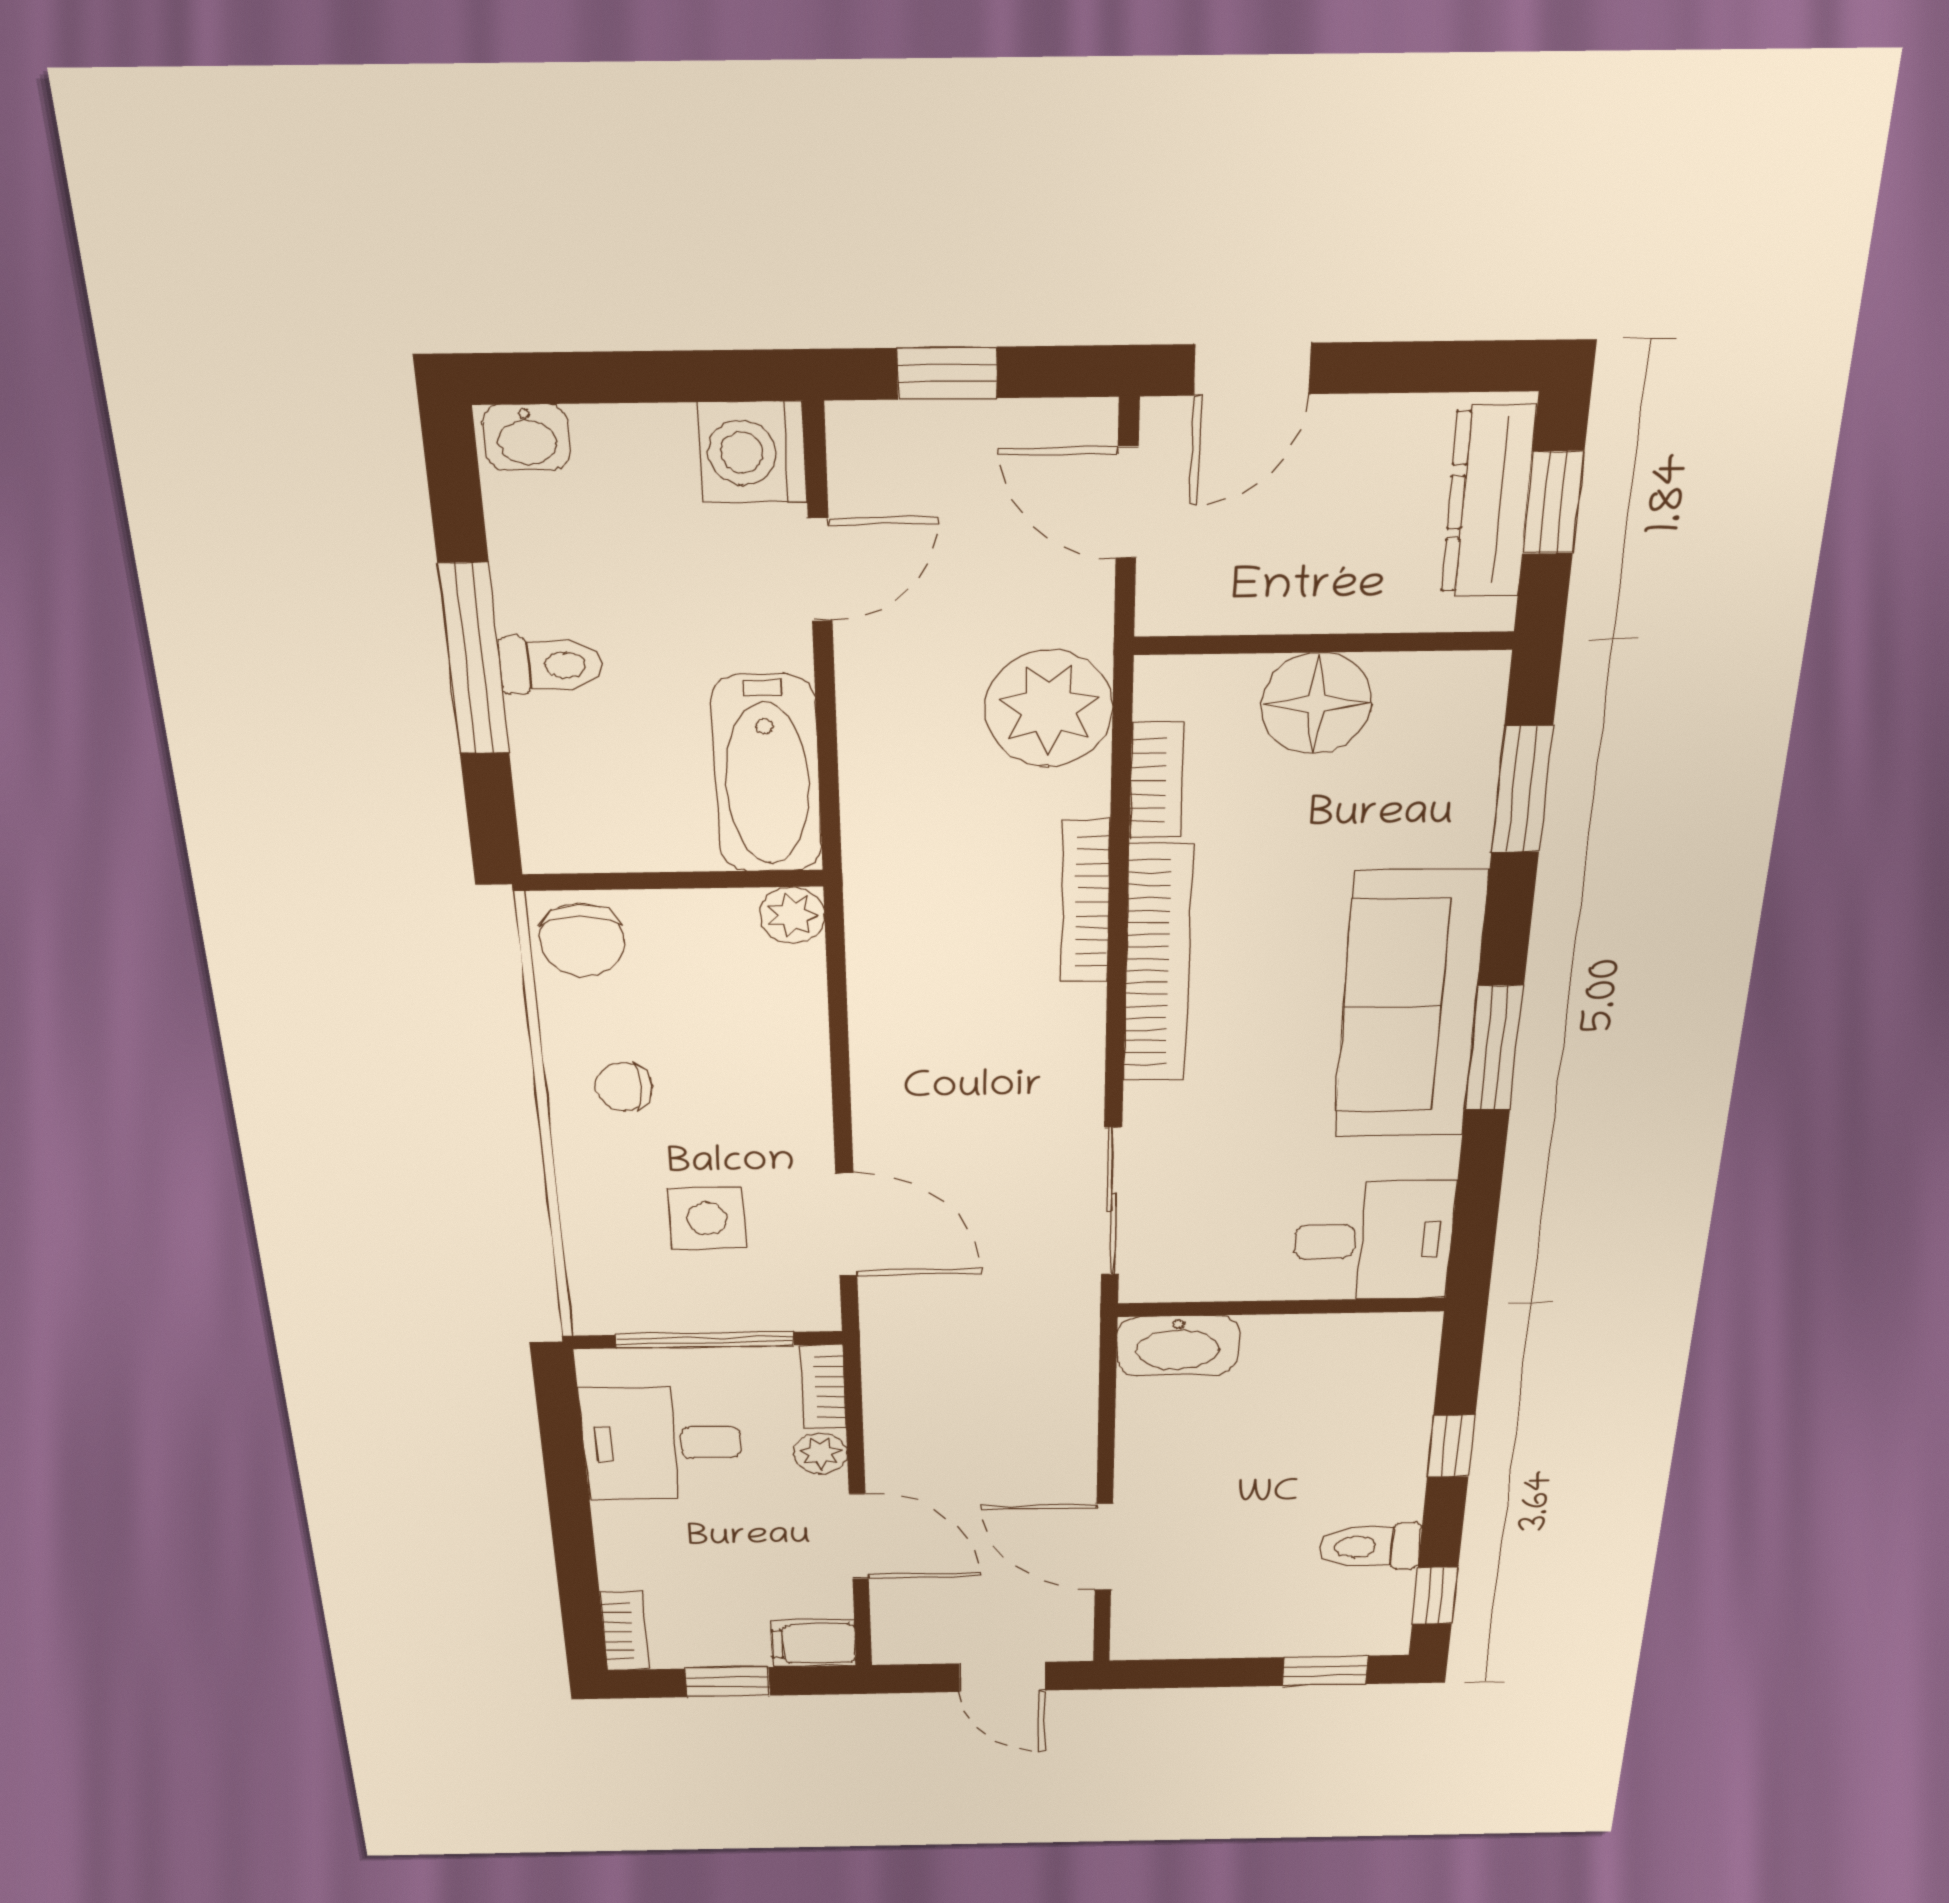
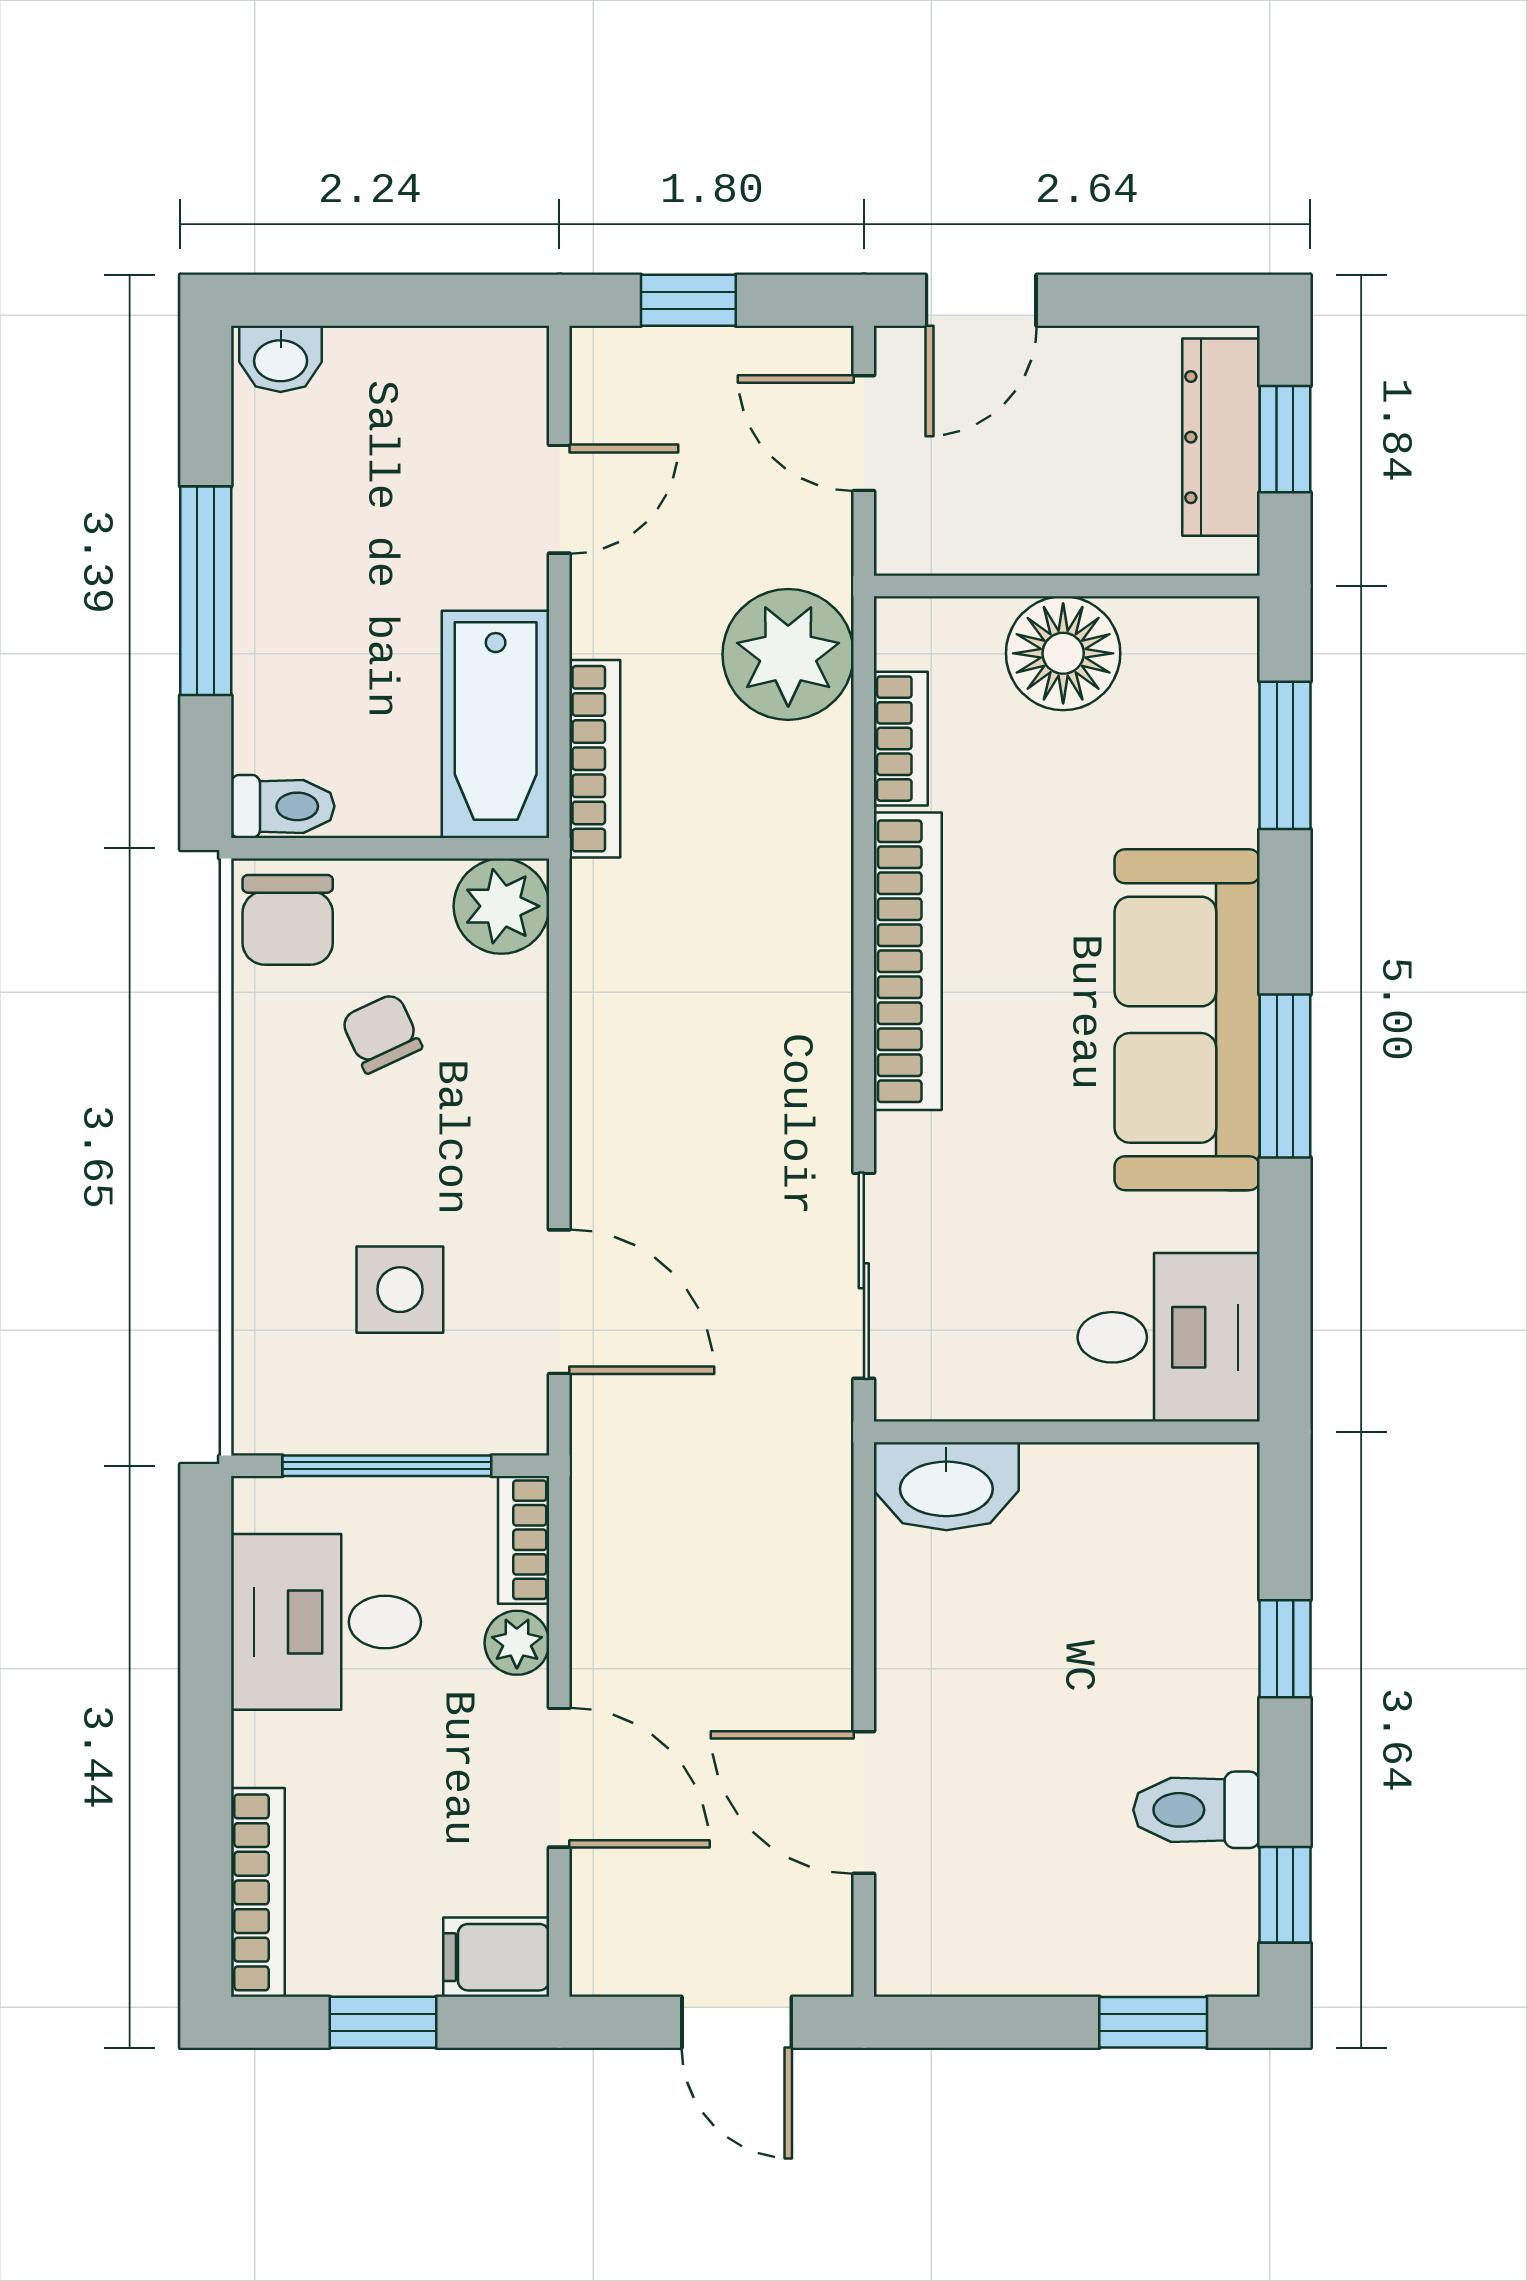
washing machine: (752, 452) -> (498, 377), removed
toilet: (551, 665) -> (283, 806), moved
bookcase: (1085, 902) -> (595, 759), moved, turned 180
plant: (792, 915) -> (501, 906), width x1.38, depth x1.38
chair: (624, 1087) -> (381, 1033), moved, turned 65
bookcase: (625, 1631) -> (258, 1892), width x1.56

